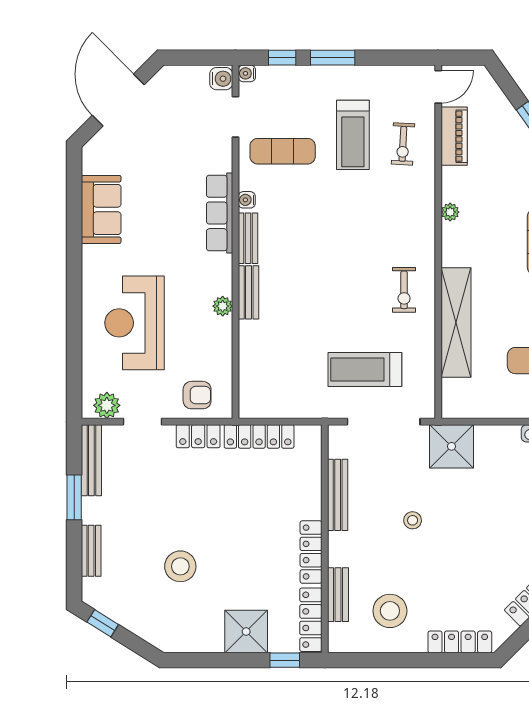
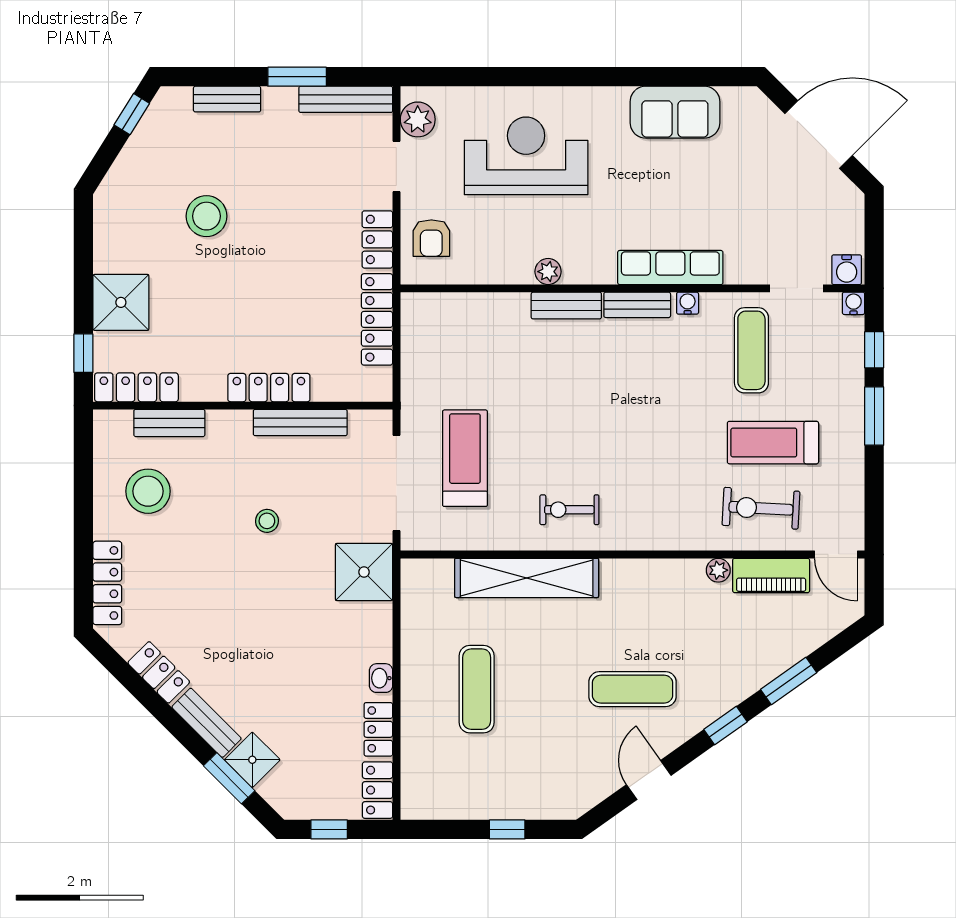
exercise bike: (403, 144) -> (761, 508), width x1.38, depth x1.39
plant: (450, 212) -> (718, 570), moved
locker: (311, 552) -> (269, 388), moved

